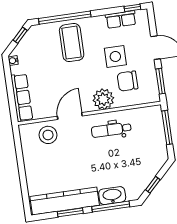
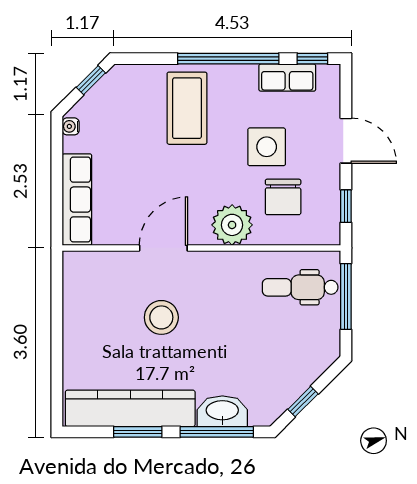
window: (65, 18) -> (228, 59), moved
chair: (127, 81) -> (283, 197), turned -90
window: (160, 81) -> (346, 206), width x0.67
dental chair: (111, 130) -> (300, 287), moved
stool: (48, 135) -> (161, 317), moved

